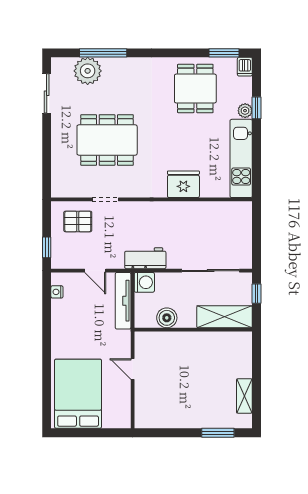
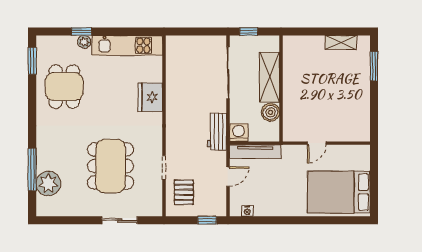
dishwasher: (245, 67) -> (45, 42), removed
dining table: (195, 89) -> (64, 87), turned 90
sliding door: (47, 93) -> (120, 220), moved
shelving: (224, 317) -> (270, 77), moved

